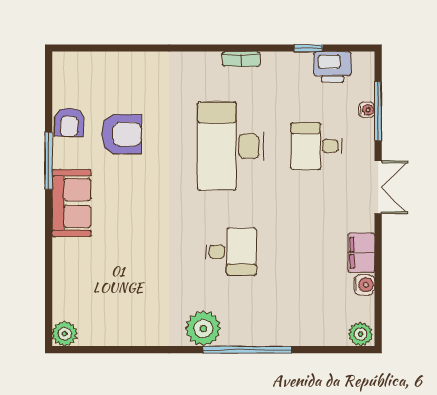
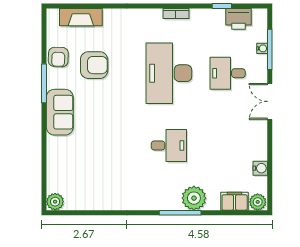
fireplace: (102, 64) -> (81, 17), added
double door: (378, 187) -> (270, 101), swing flipped
filing cabinet: (361, 253) -> (235, 201), moved, turned 90
plant: (203, 328) -> (194, 198), moved
window: (247, 350) -> (180, 213), width x0.68

